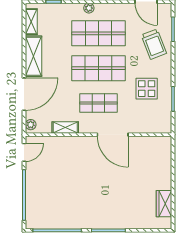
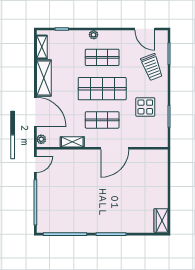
shop shelf: (99, 33) -> (102, 57), width x0.70, depth x0.74
door: (24, 94) -> (35, 112), hinge flipped
door: (113, 135) -> (115, 148), hinge flipped
wardrobe: (164, 204) -> (161, 221), moved

